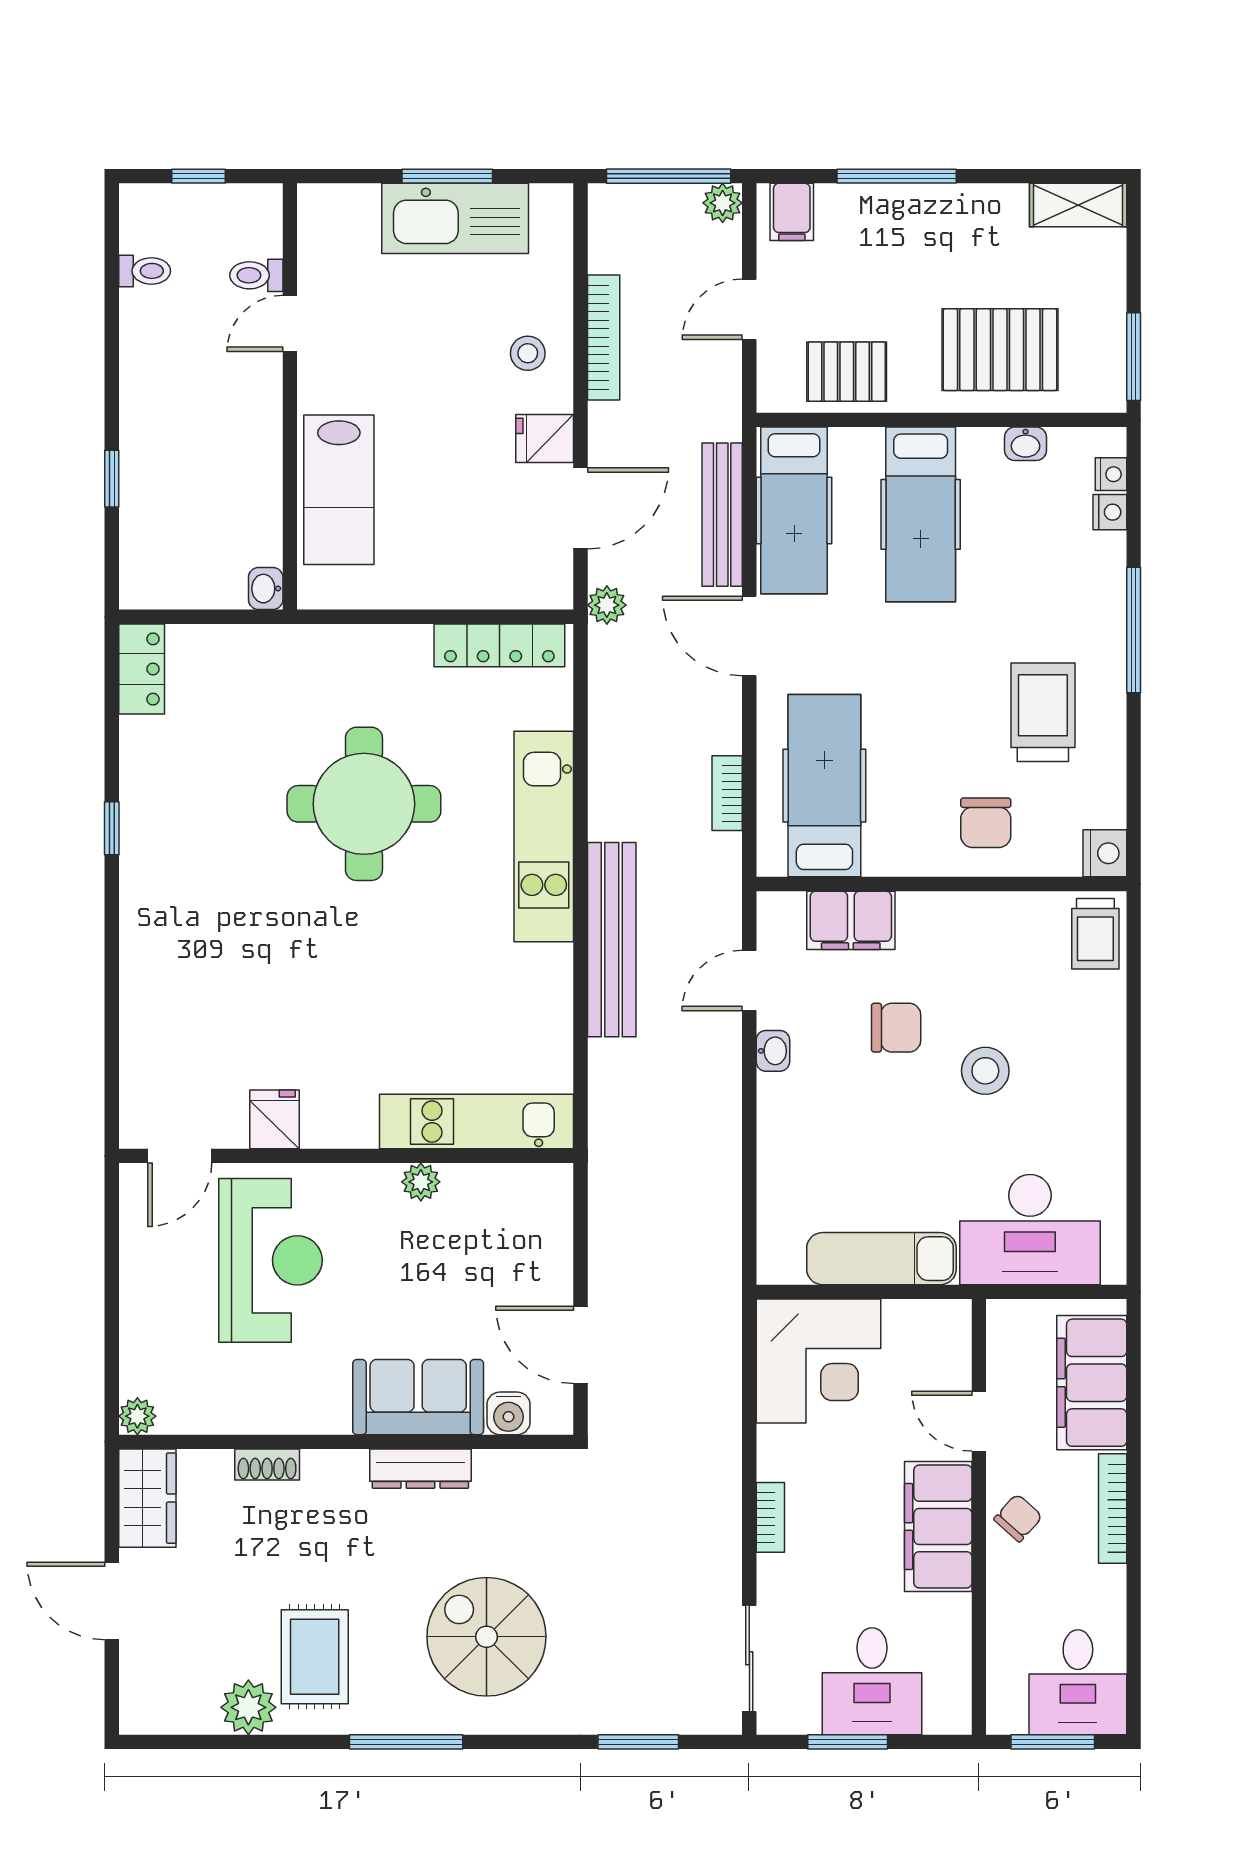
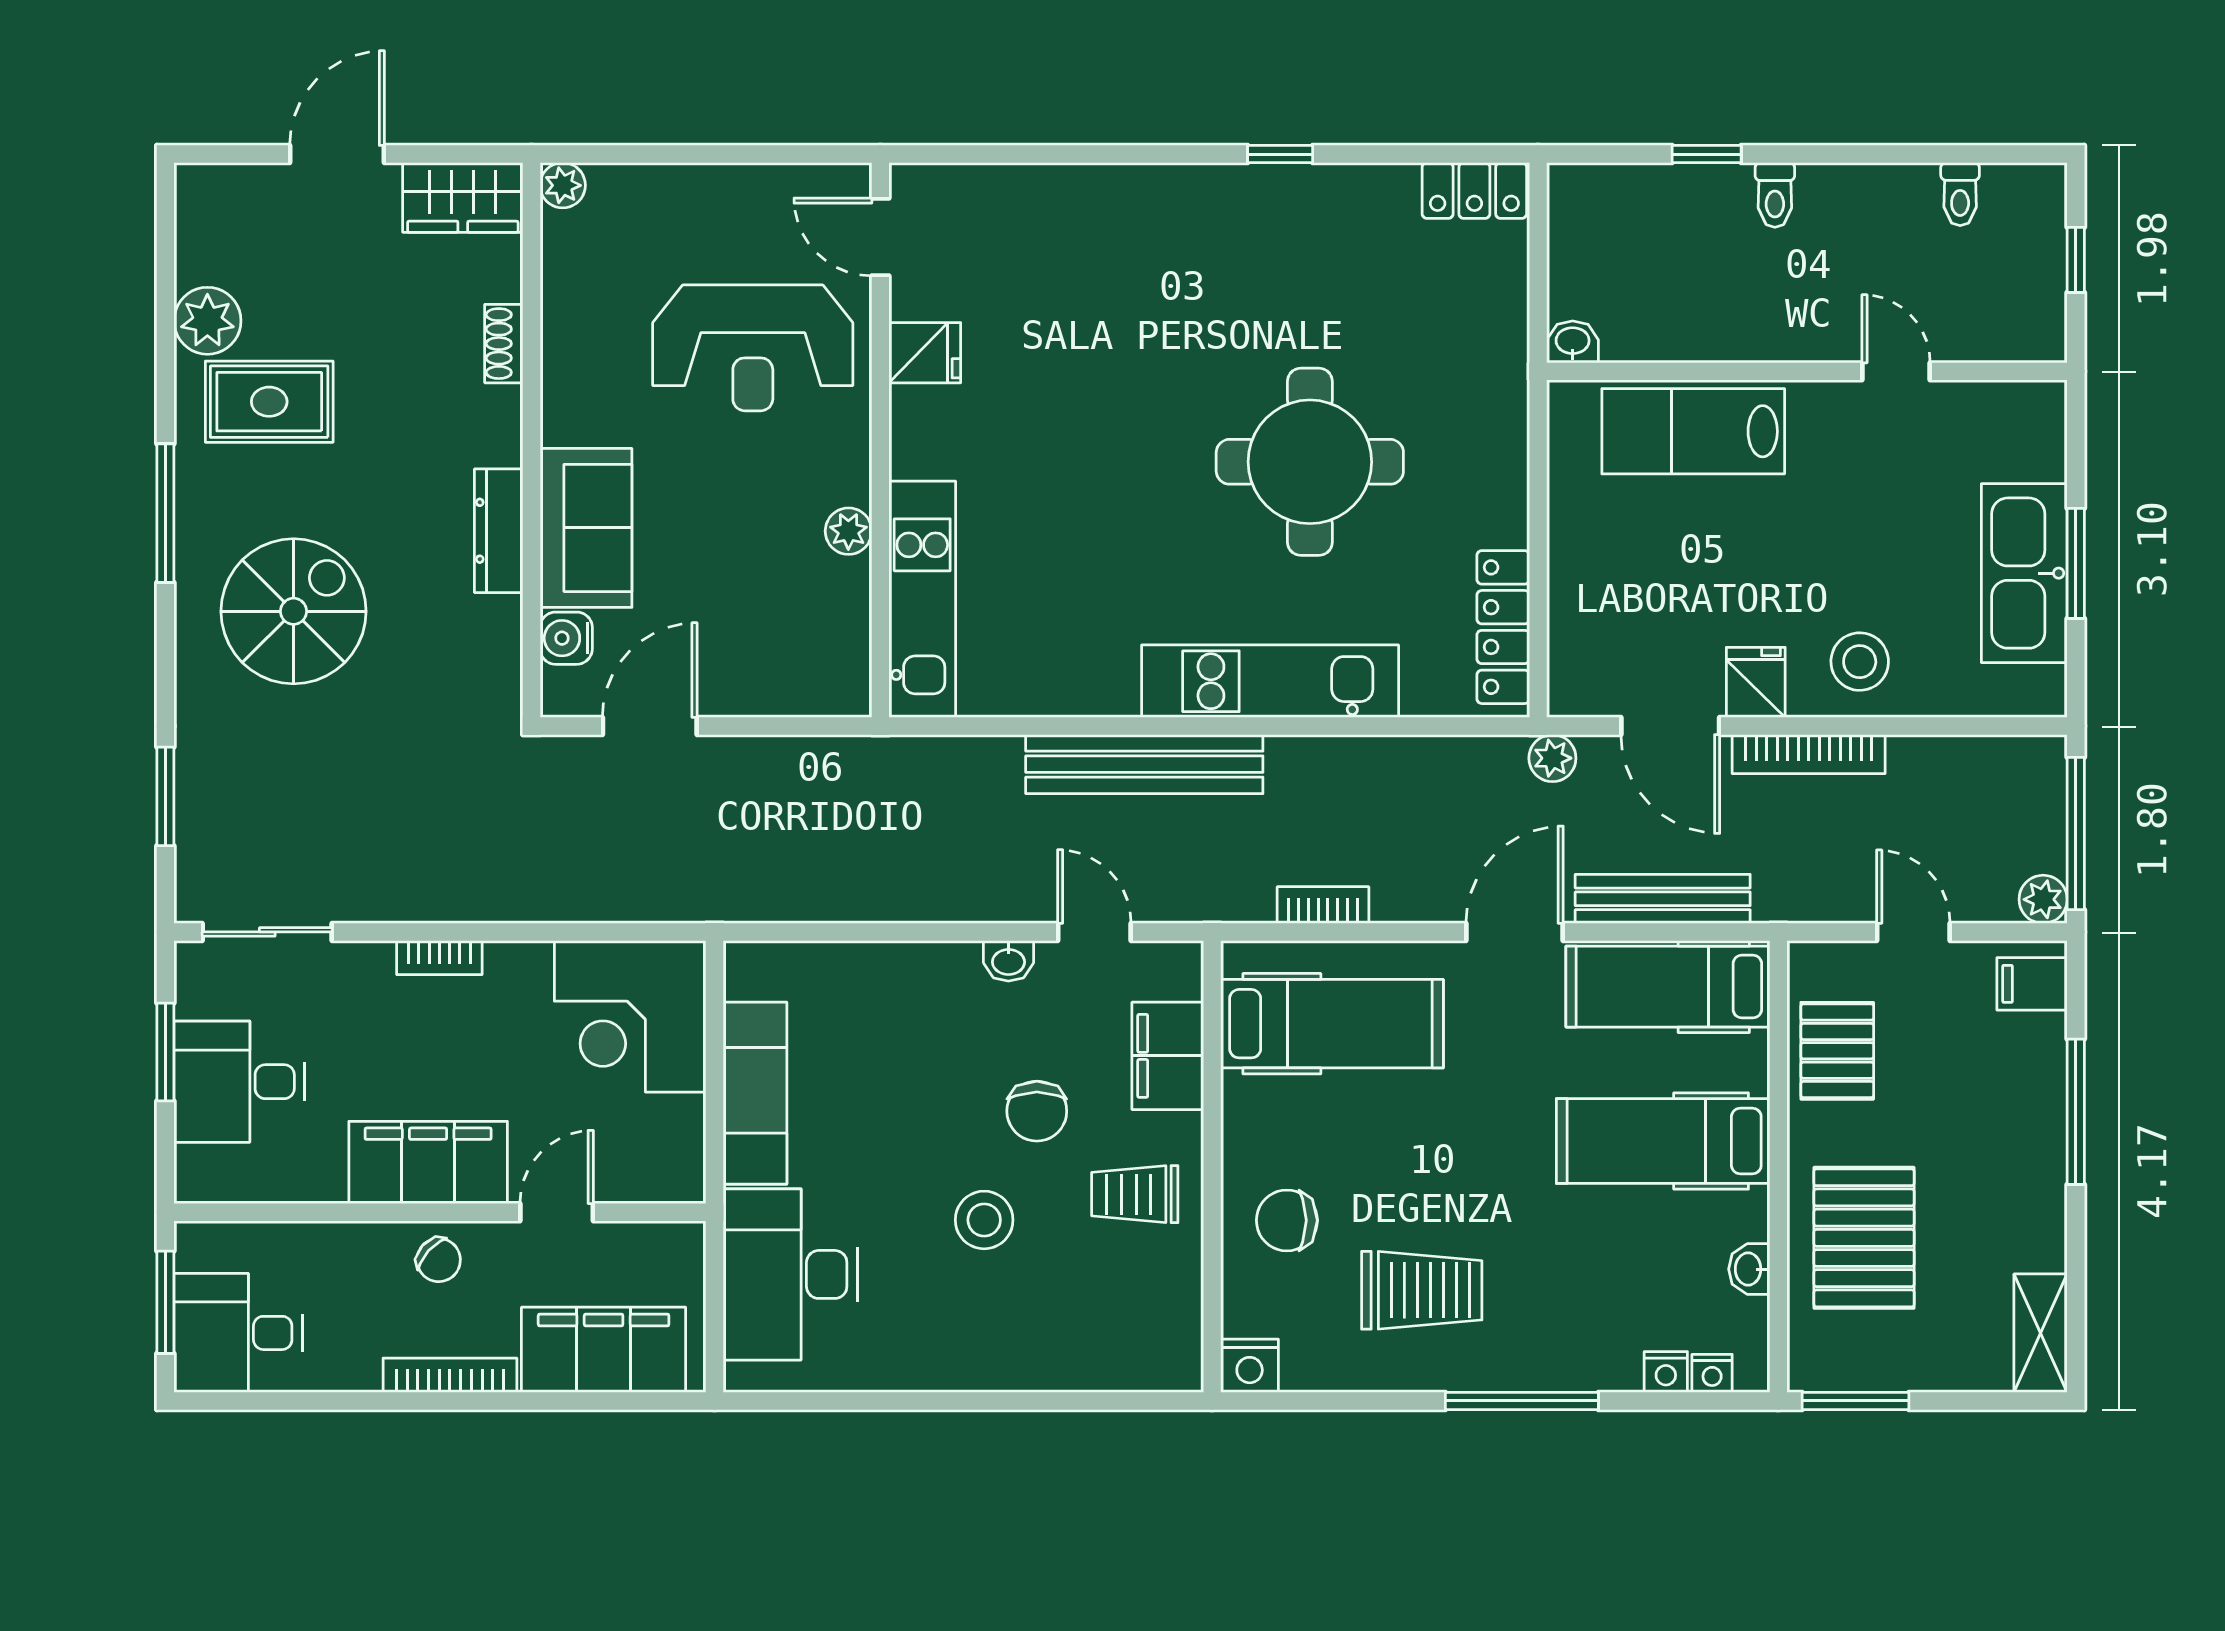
toilet: (256, 275) -> (1775, 195), moved, turned 180
bookcase: (604, 338) -> (1809, 754), moved
stool: (528, 353) -> (1860, 662), width x1.37, depth x1.37
trolley: (1095, 934) -> (1135, 1194), moved

